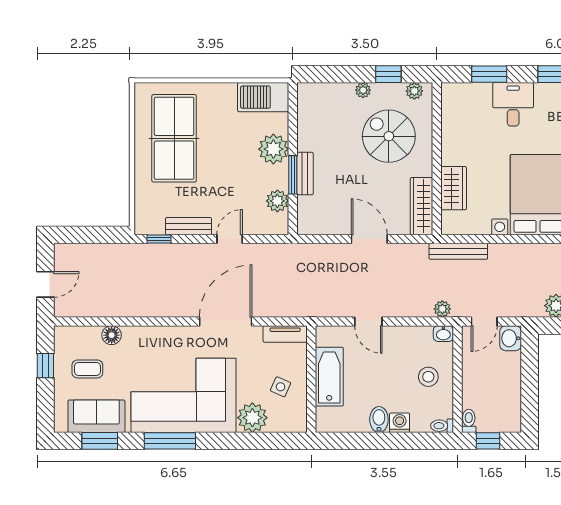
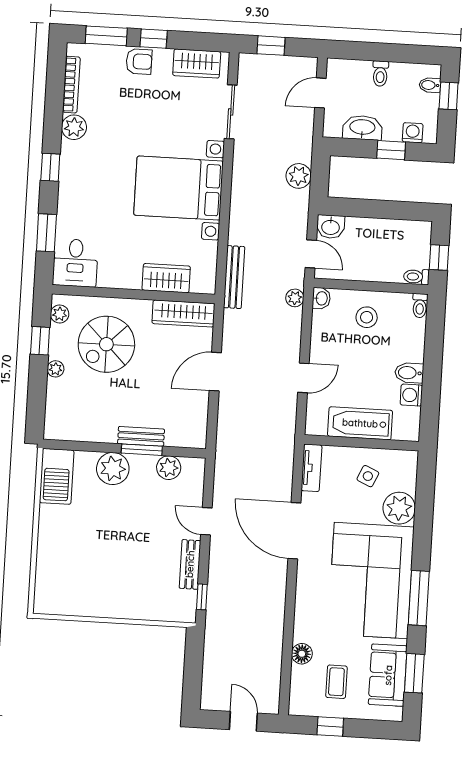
desk: (513, 104) -> (75, 263), moved, turned -90
table tennis table: (174, 138) -> (95, 574), removed
washing machine: (400, 423) -> (411, 395), moved

